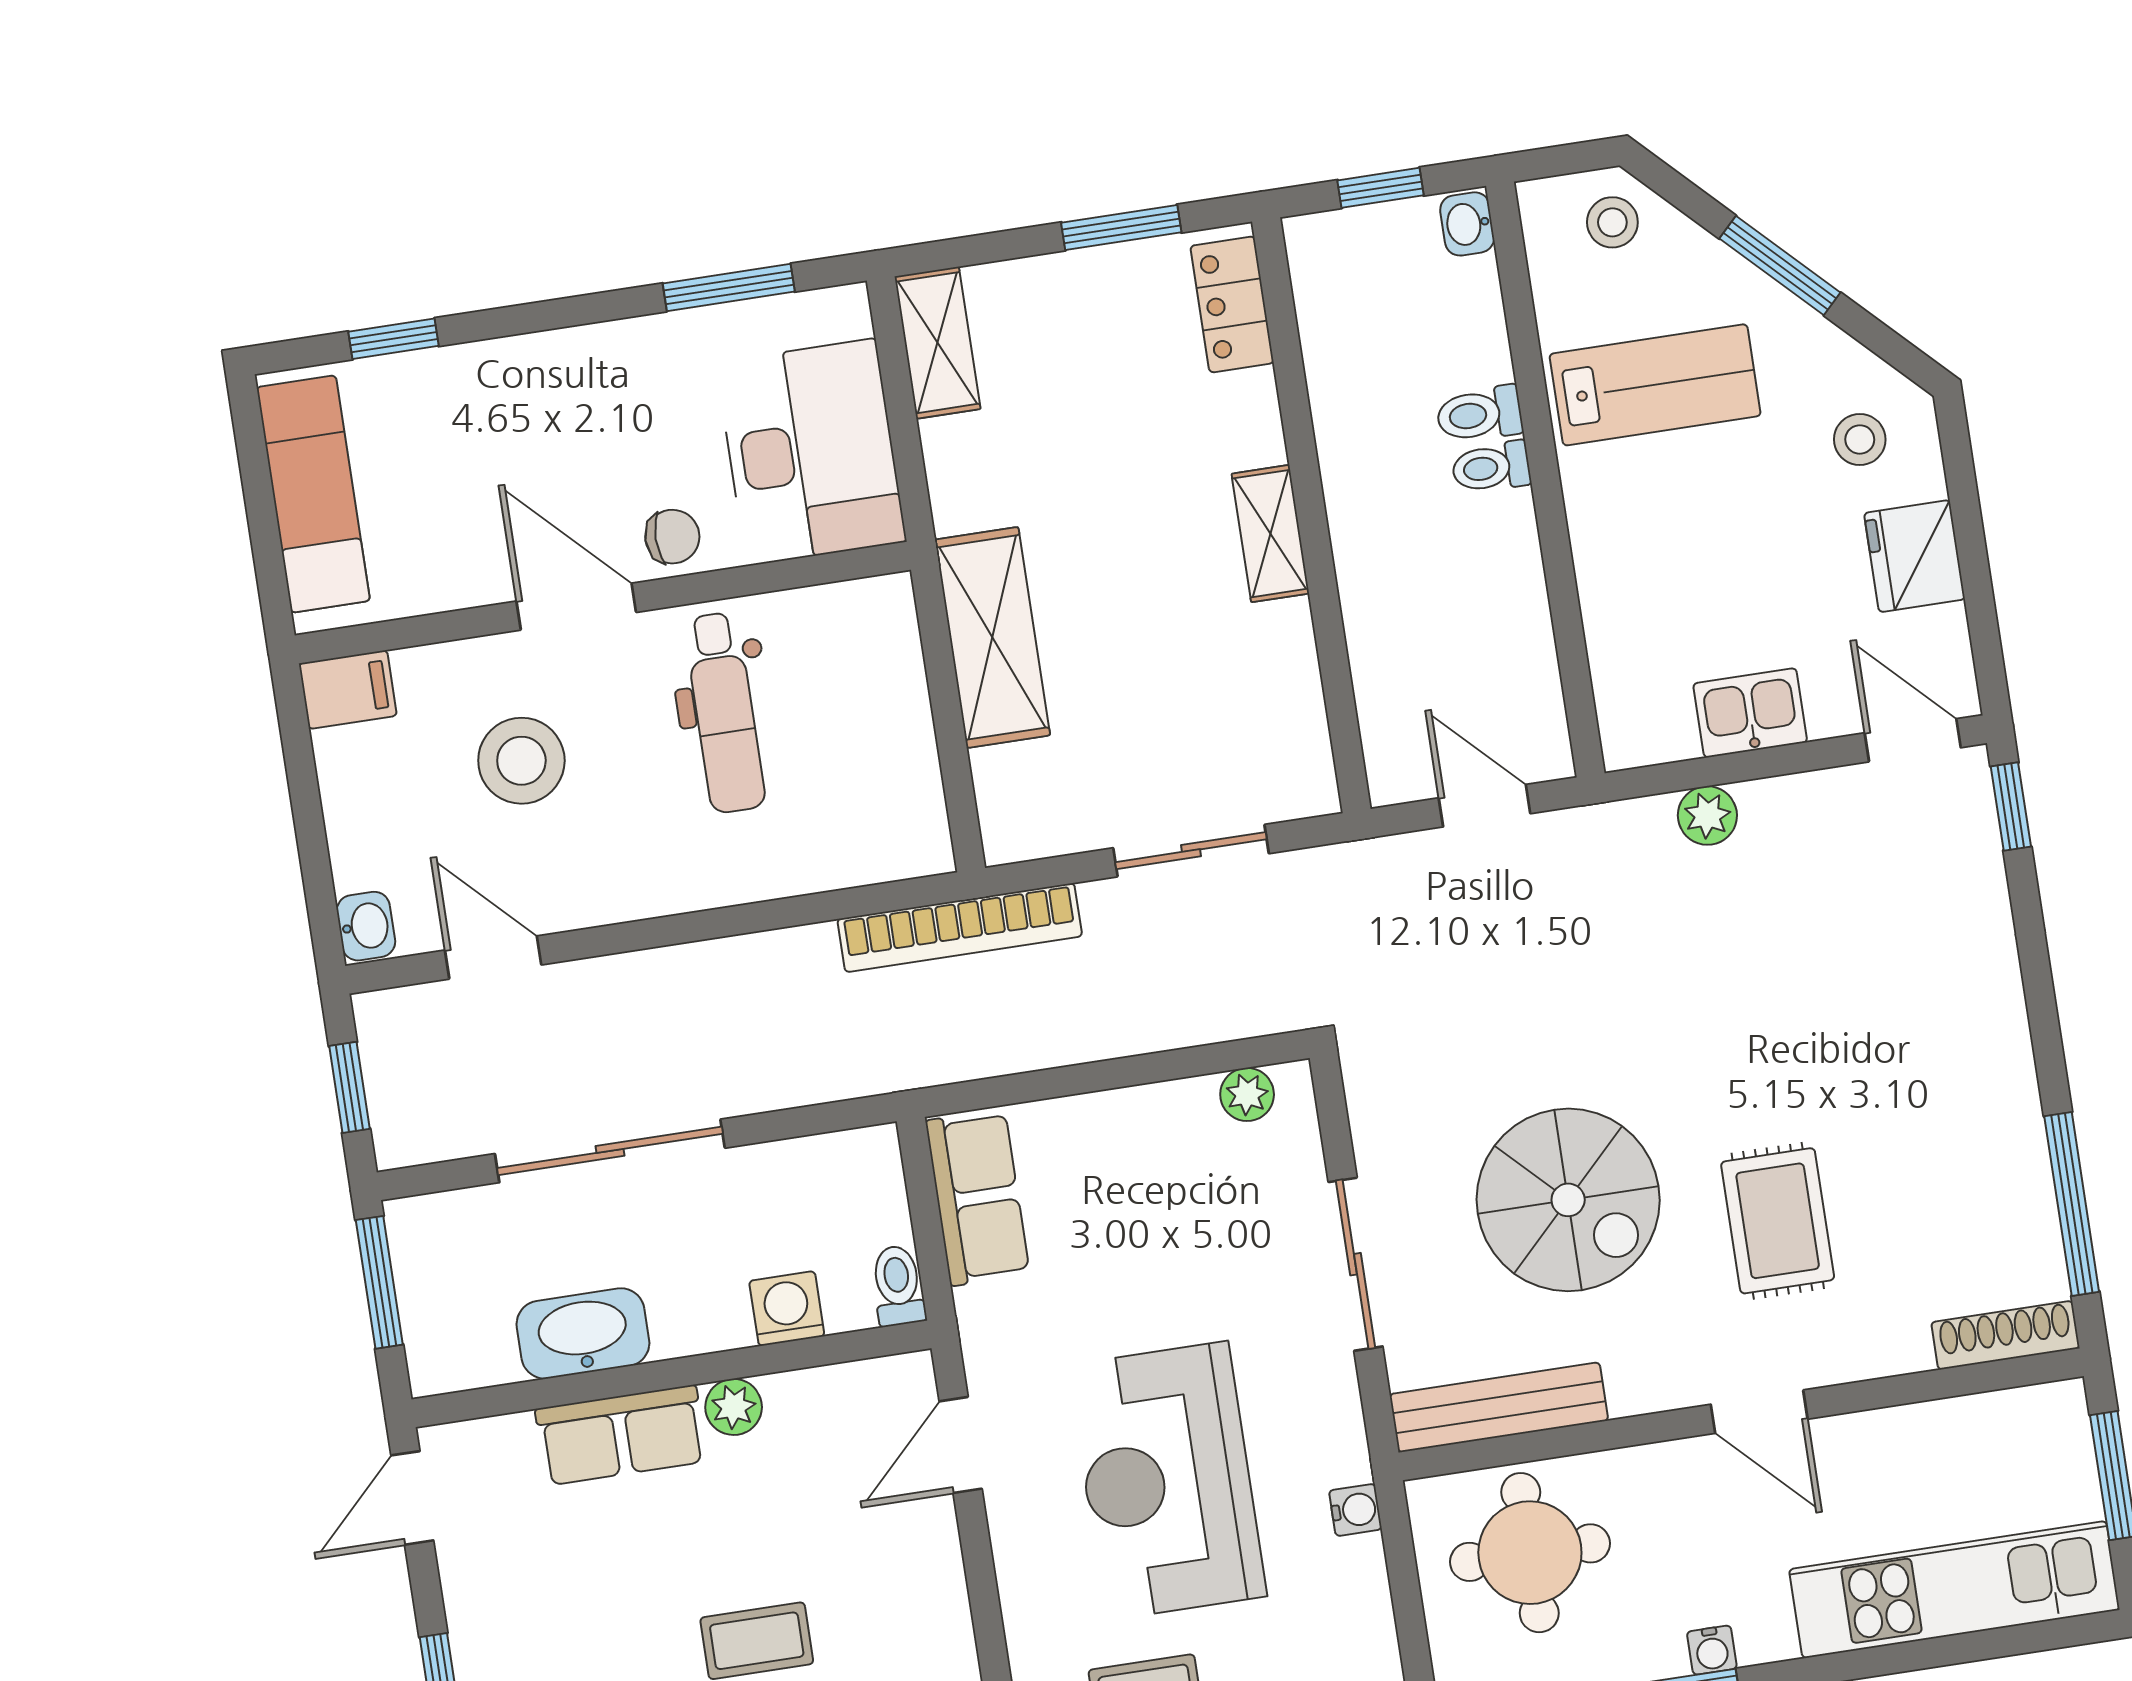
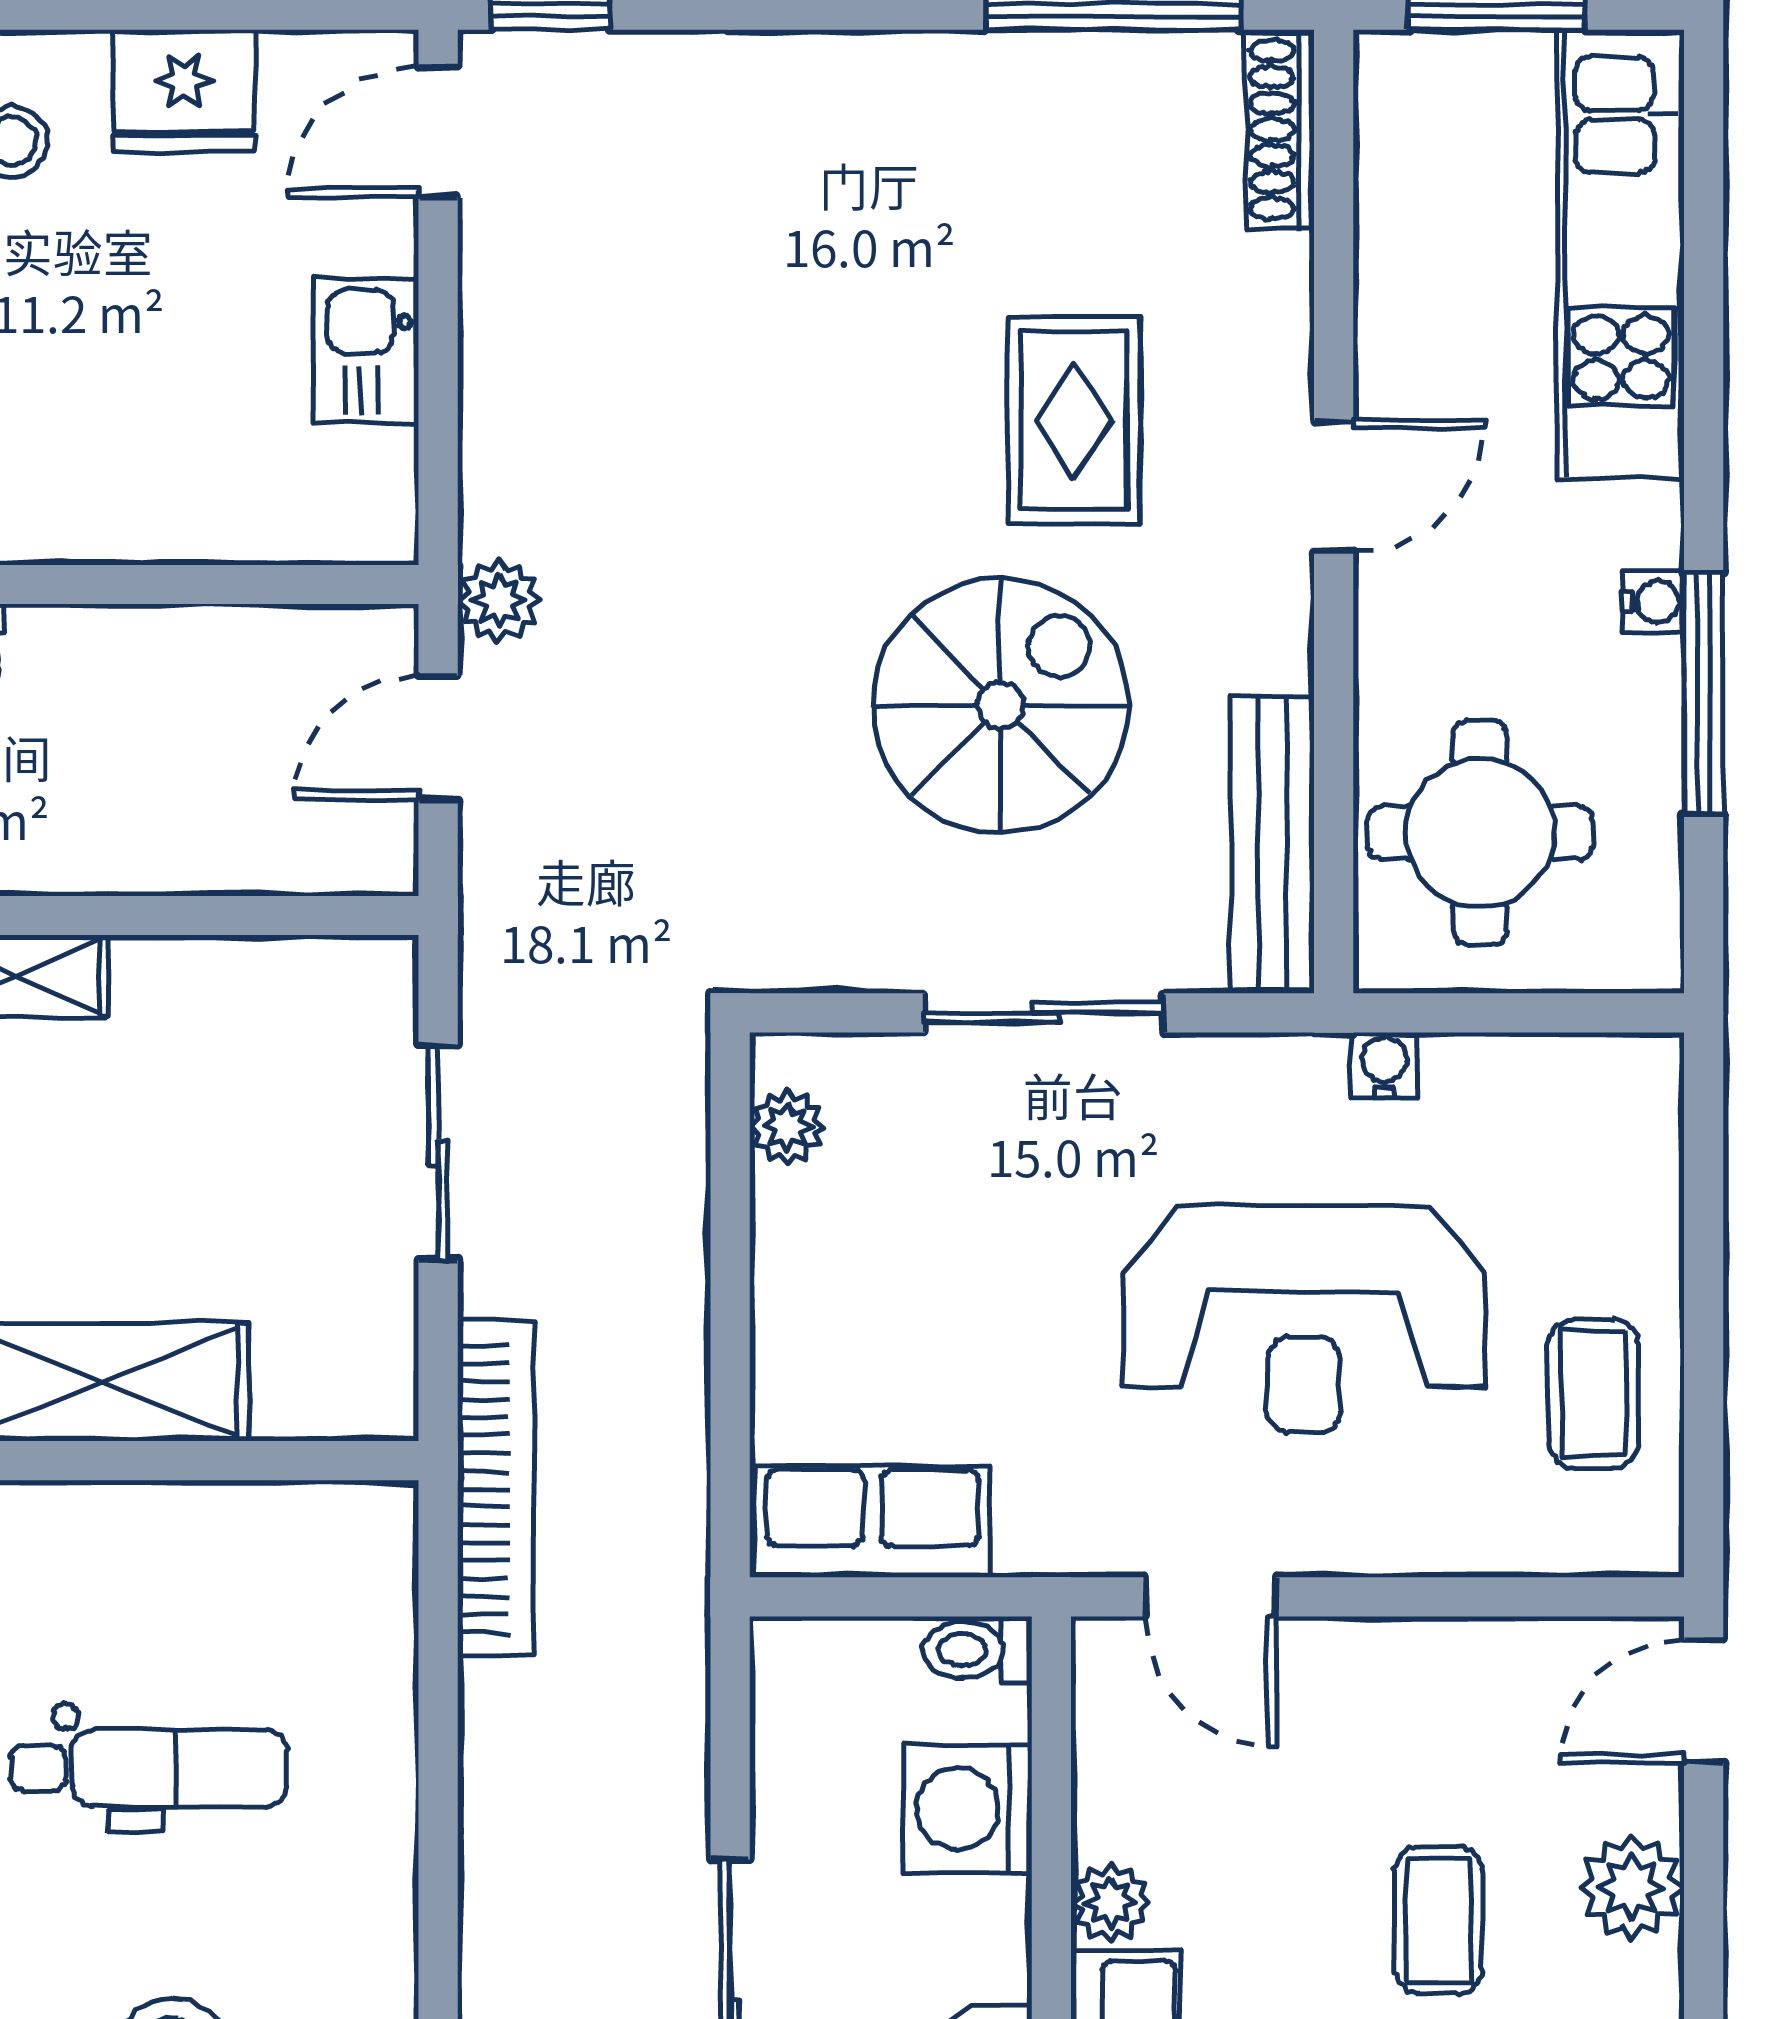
plant: (1707, 815) -> (499, 600), moved
rug: (1778, 1221) -> (1074, 420), turned 90
washing machine: (787, 1309) -> (968, 1808), width x1.38, depth x1.38

